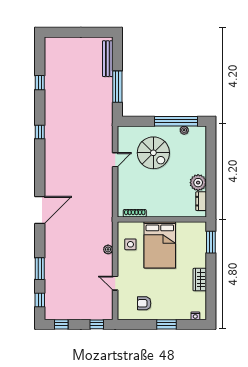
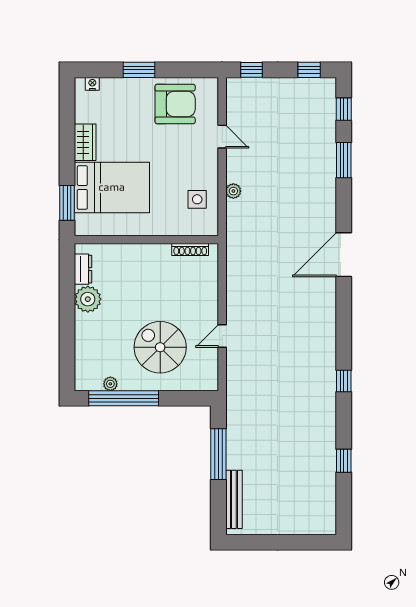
bed: (160, 245) -> (112, 187), moved, turned 90
armchair: (144, 303) -> (175, 104), width x1.88, depth x1.88

